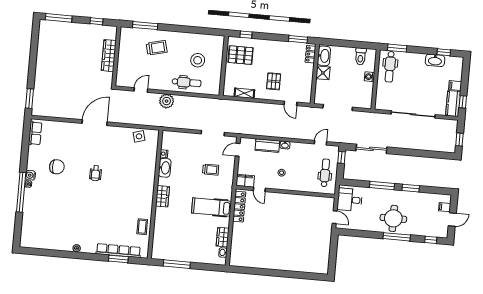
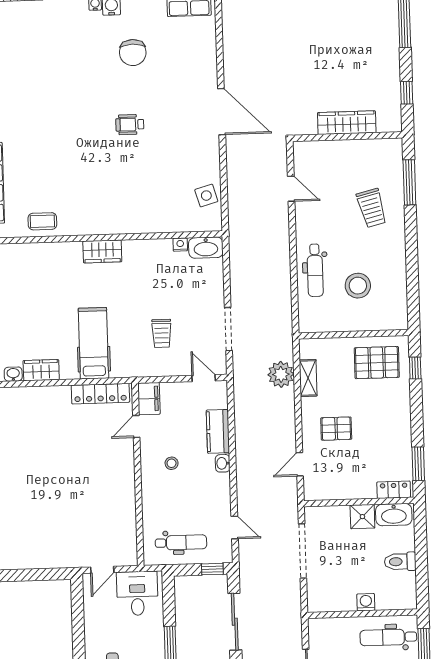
pallet: (241, 55) -> (377, 363), turned 90
toilet: (360, 56) -> (400, 562), moved
plant: (167, 101) -> (281, 374), moved
washbasin: (165, 168) -> (206, 248), moved

